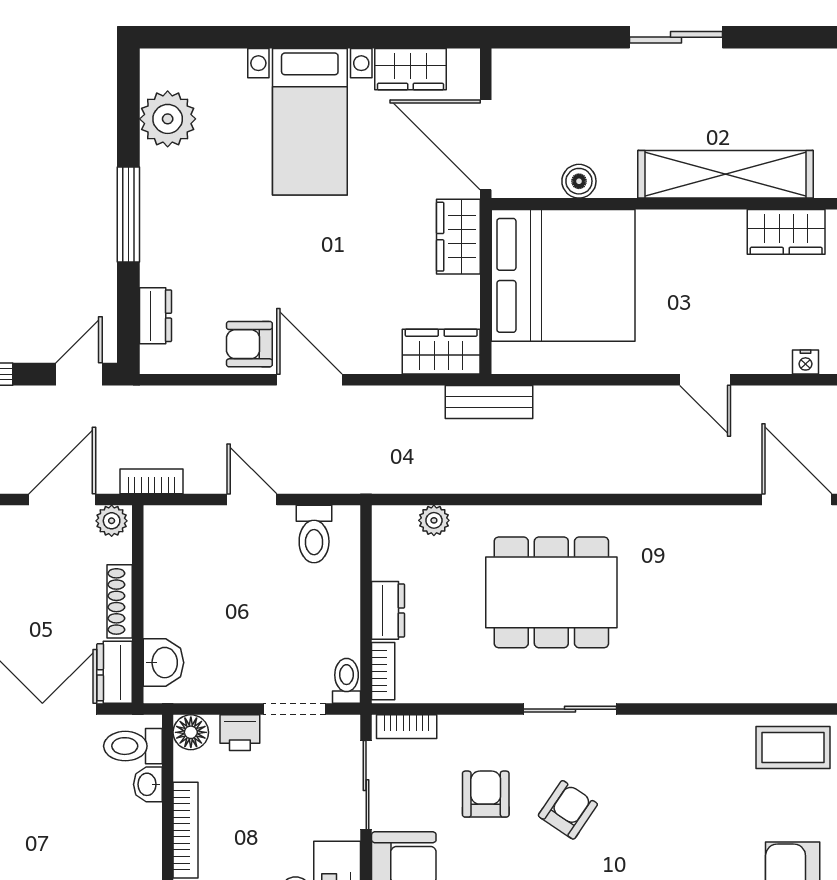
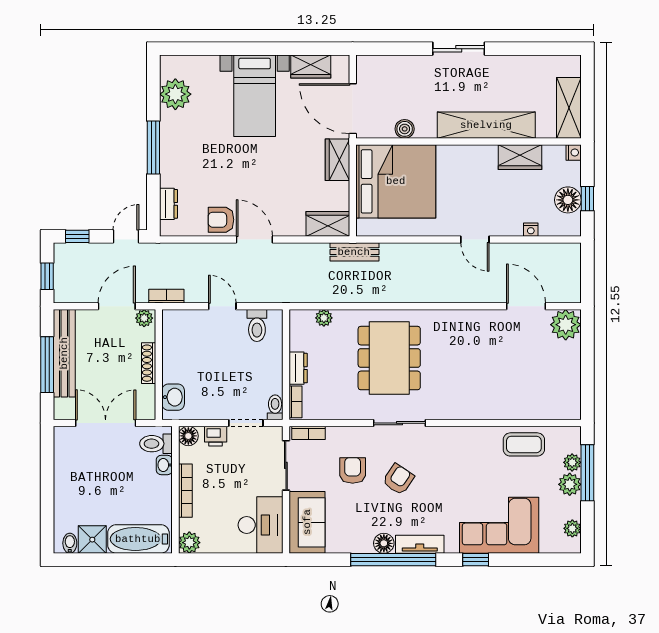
dining table: (551, 592) -> (389, 358), turned 90
dresser: (115, 672) -> (146, 403), removed

